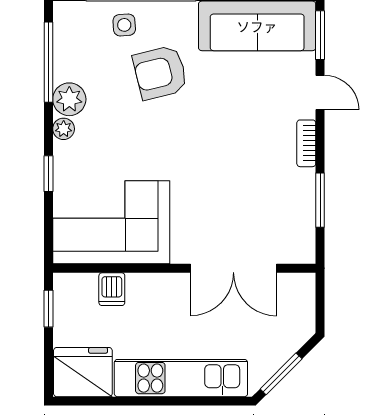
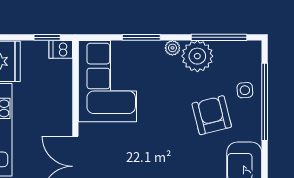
plant: (69, 99) -> (197, 56), width x1.36, depth x1.36
window: (48, 174) -> (141, 37), width x1.50
dishwasher: (112, 289) -> (61, 49), moved

